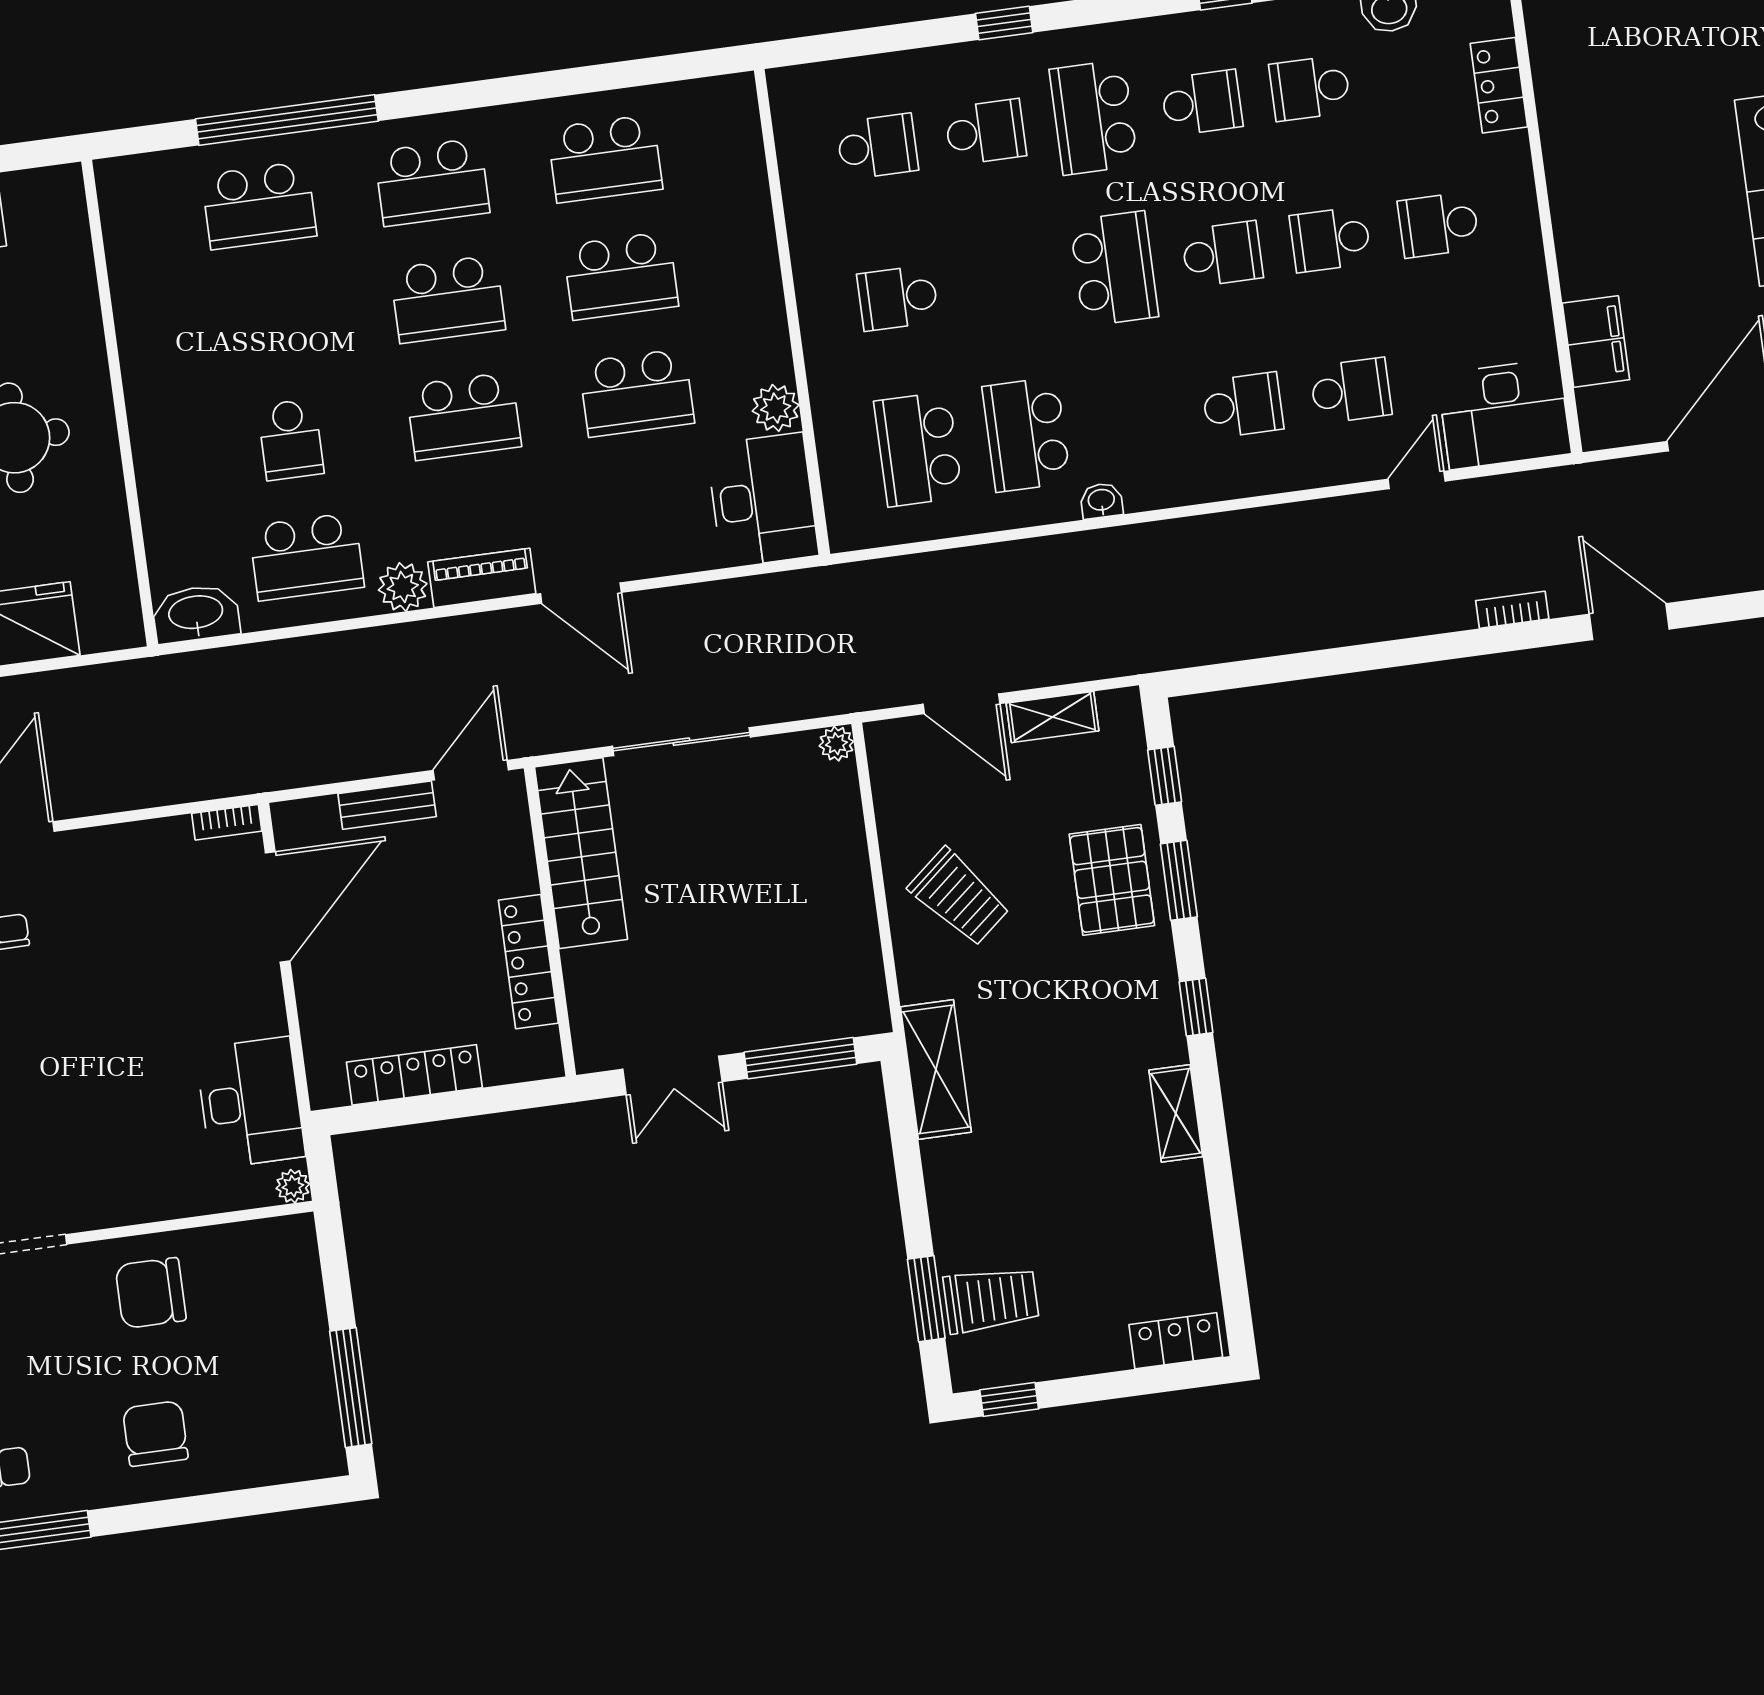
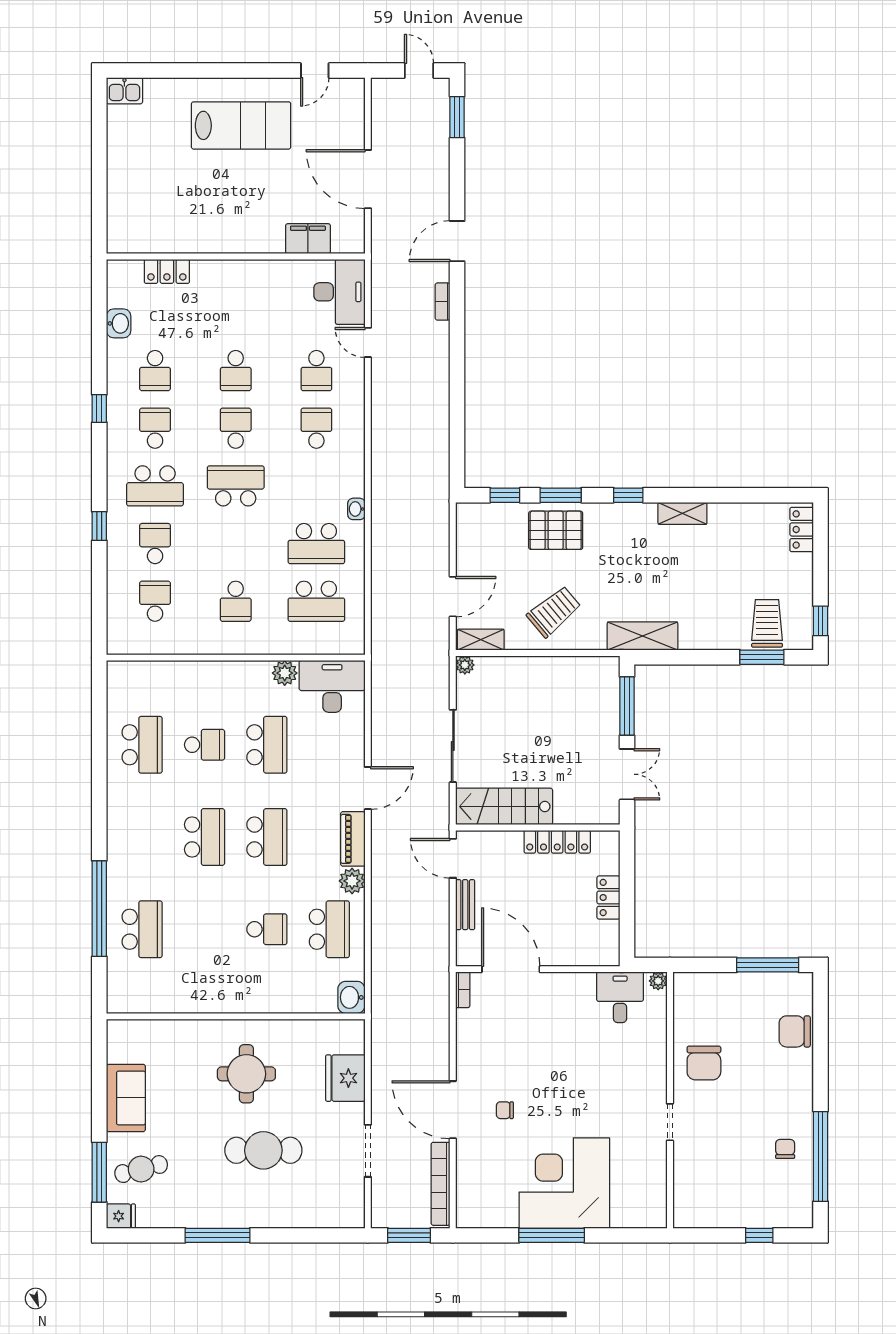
school desk: (432, 182) -> (142, 837), removed
school desk: (1438, 225) -> (236, 313), removed
school desk: (621, 276) -> (204, 745), width x0.54
school desk: (1351, 391) -> (316, 371), turned 180
washbasin: (196, 614) -> (351, 997), width x0.72
shelving: (1053, 717) -> (481, 640), moved, turned 90
locker: (414, 1075) -> (608, 897), width x0.66
desk: (250, 1103) -> (620, 997), width x0.73
chair: (155, 1434) -> (795, 1031), moved

